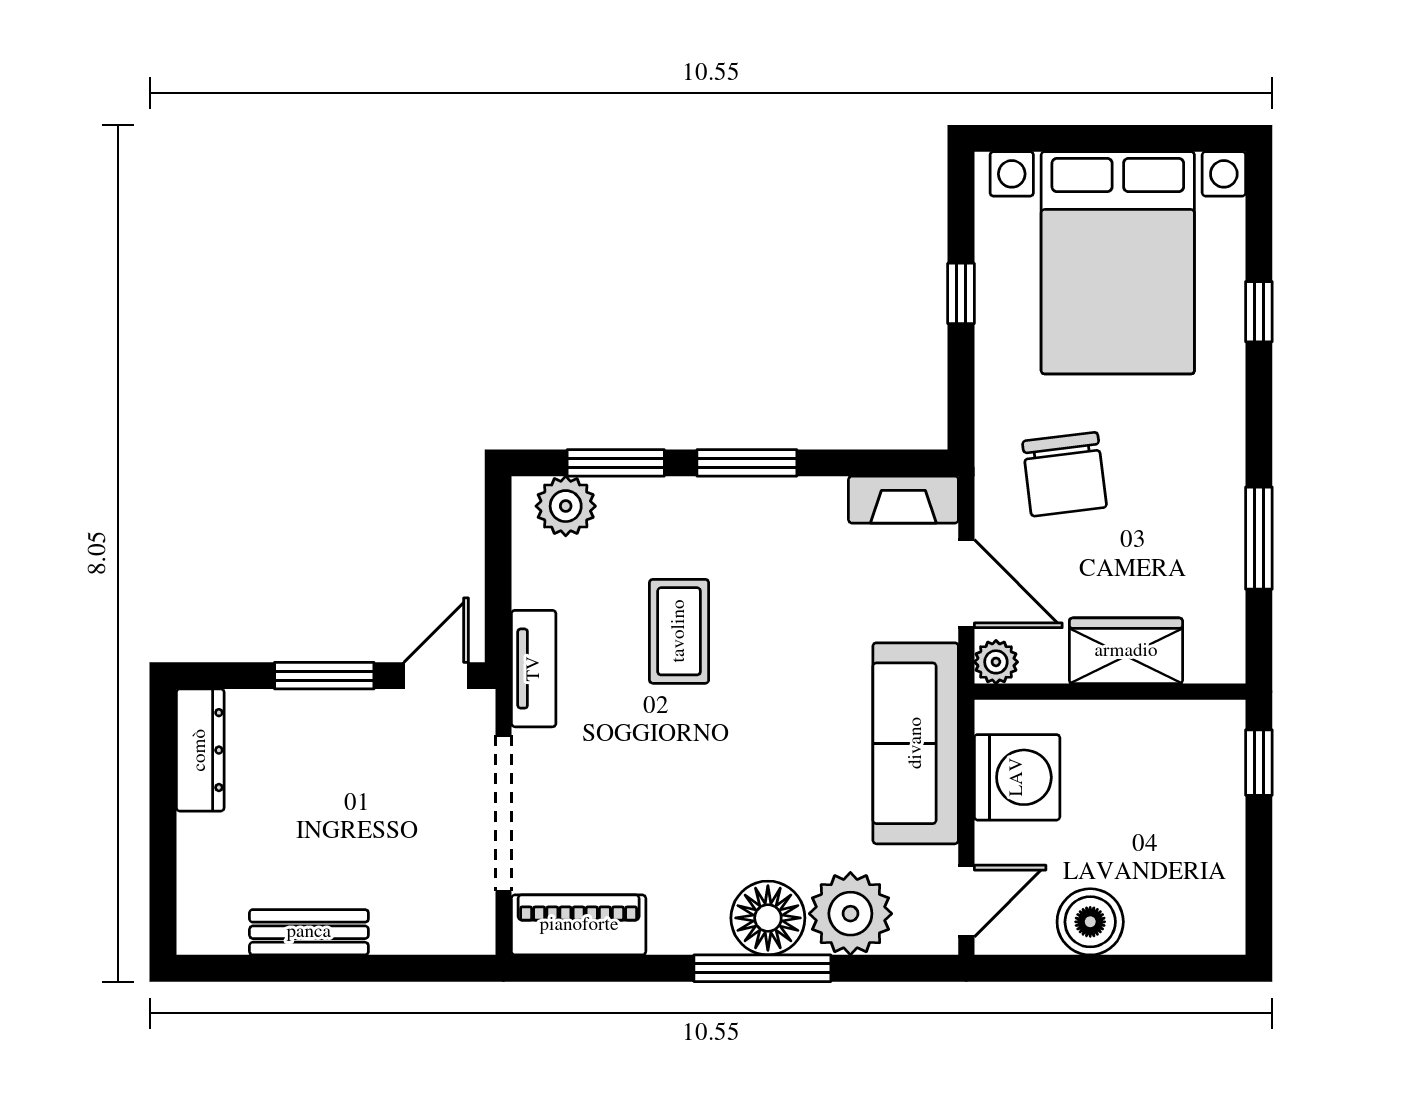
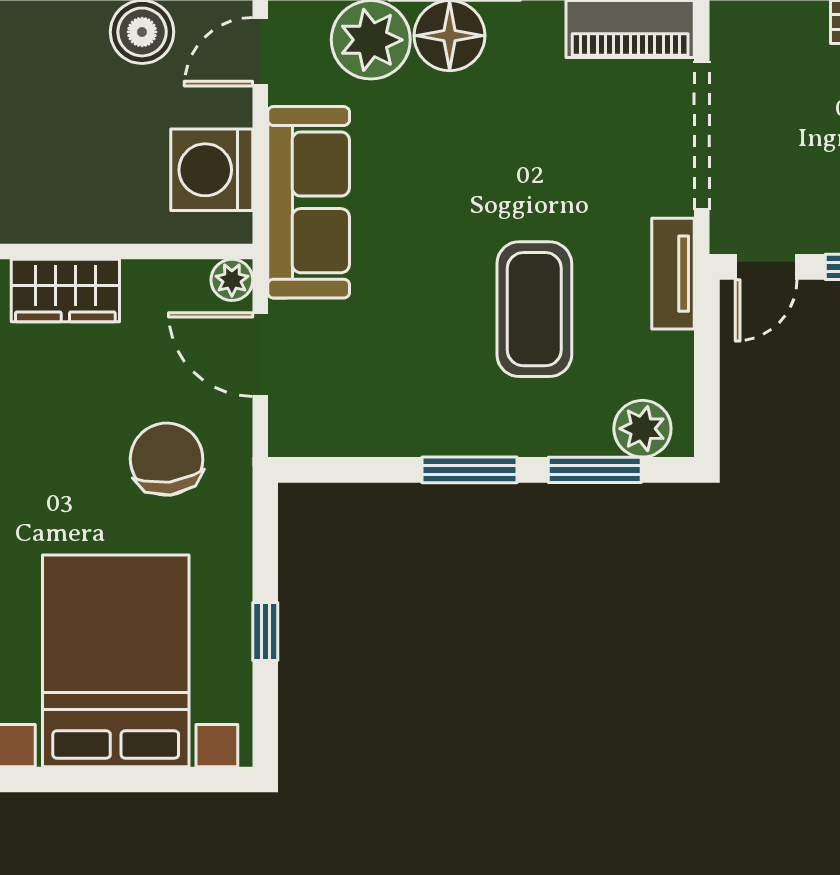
fireplace: (903, 500) -> (320, 435), removed
coffee table: (679, 631) -> (534, 309), width x1.36, depth x1.32
wardrobe: (1126, 651) -> (65, 291), moved

